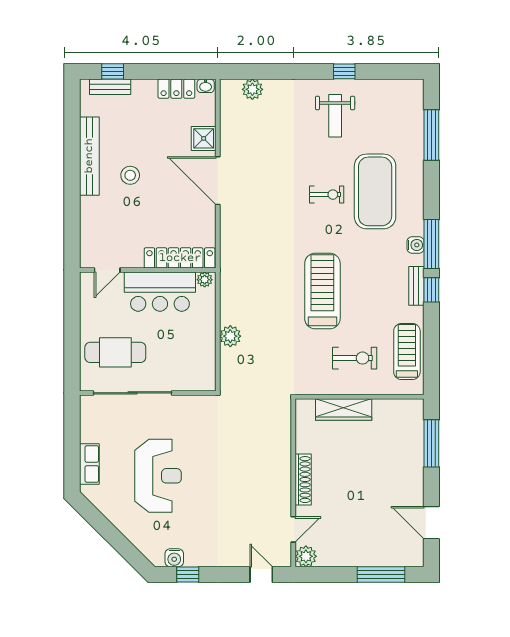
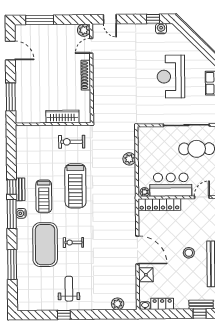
window: (431, 135) -> (12, 265), moved
treadmill: (407, 352) -> (44, 196), moved
exercise bike: (355, 358) -> (72, 142), moved

